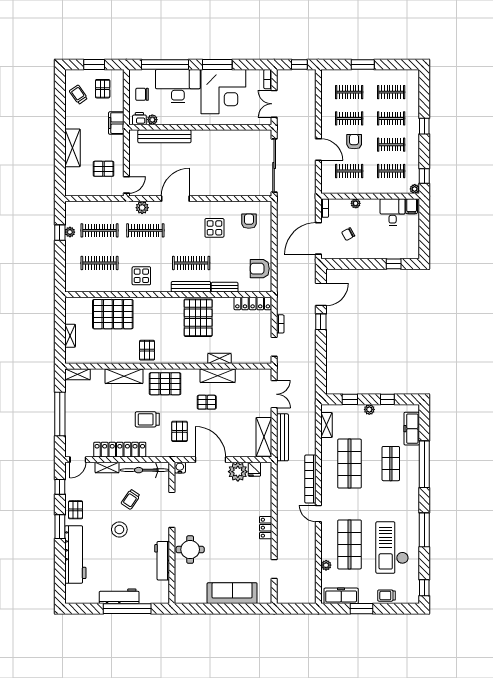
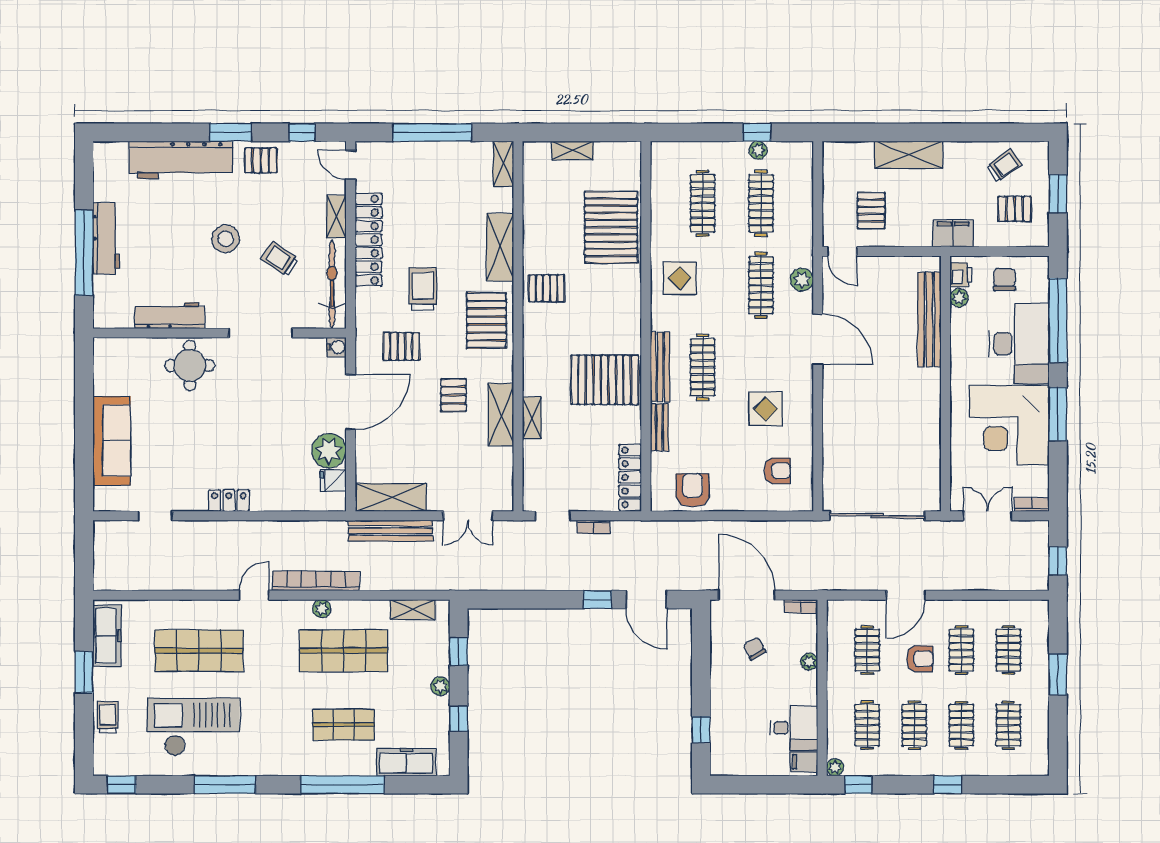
plant: (326, 565) -> (322, 609), moved

